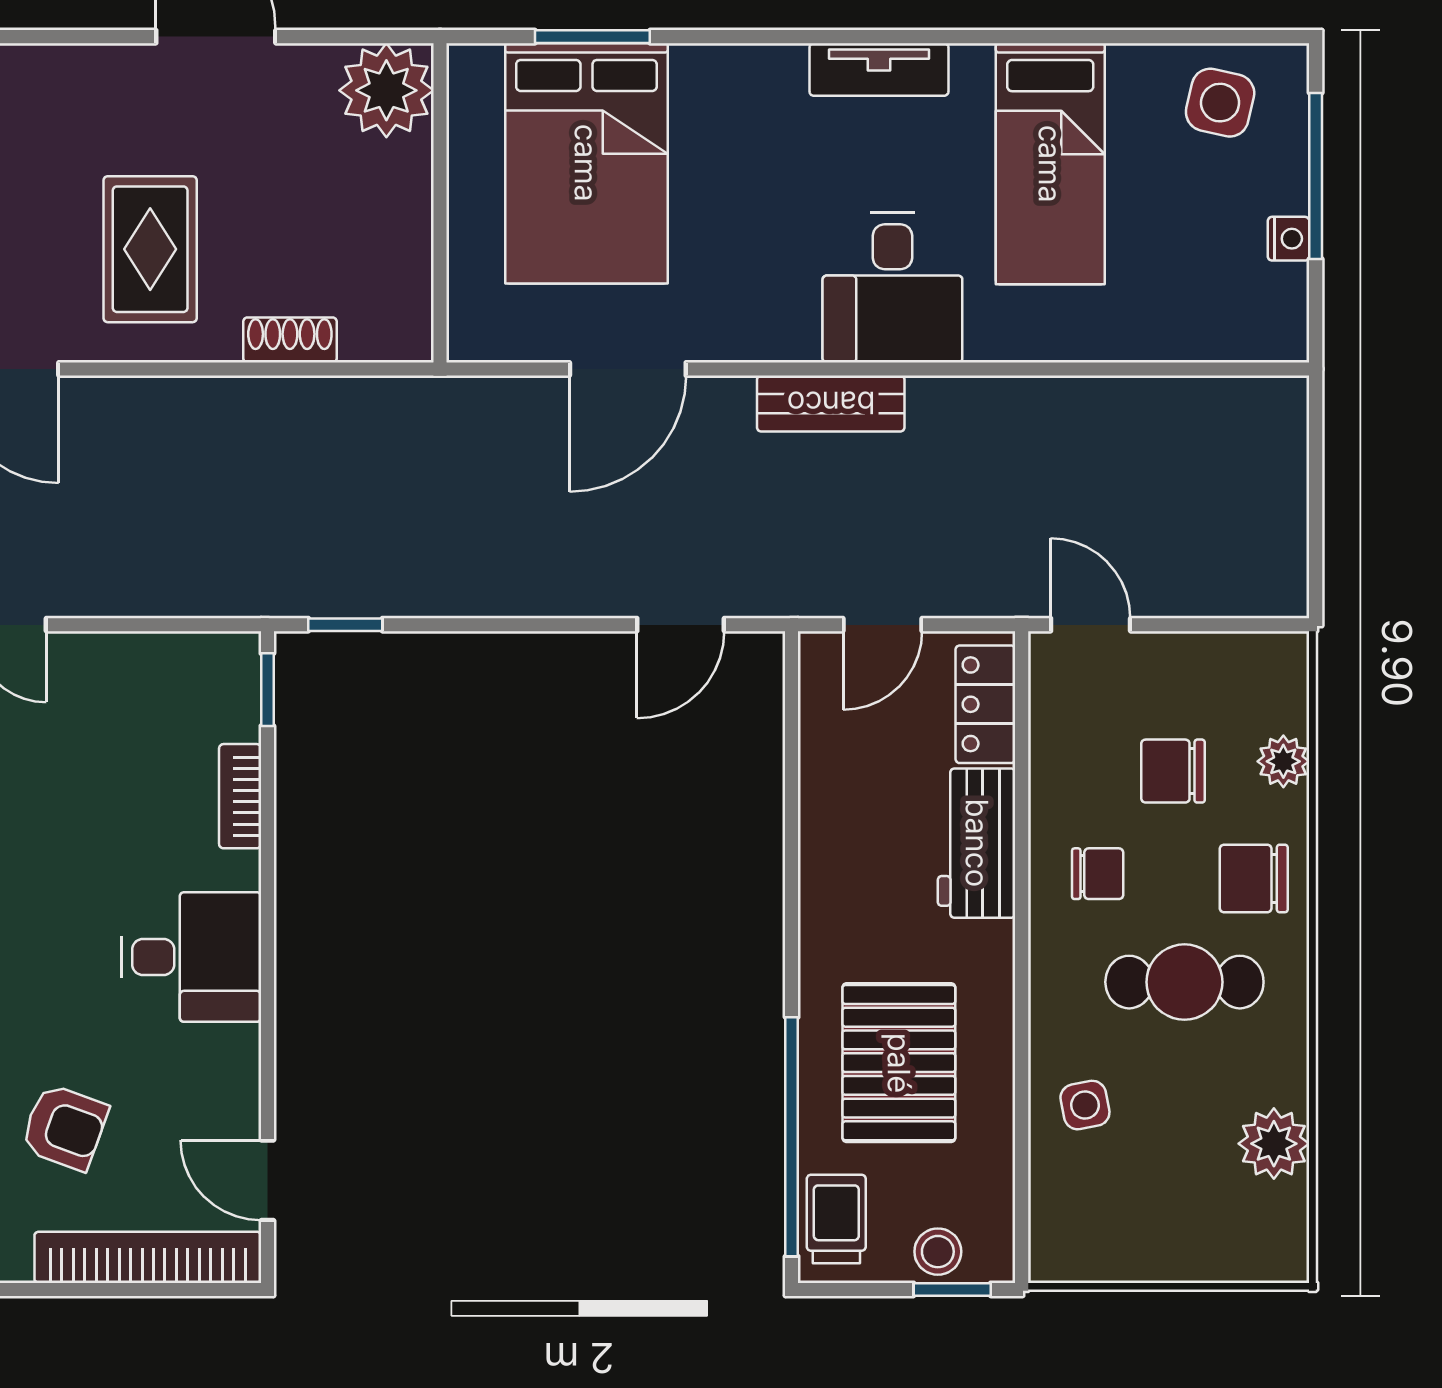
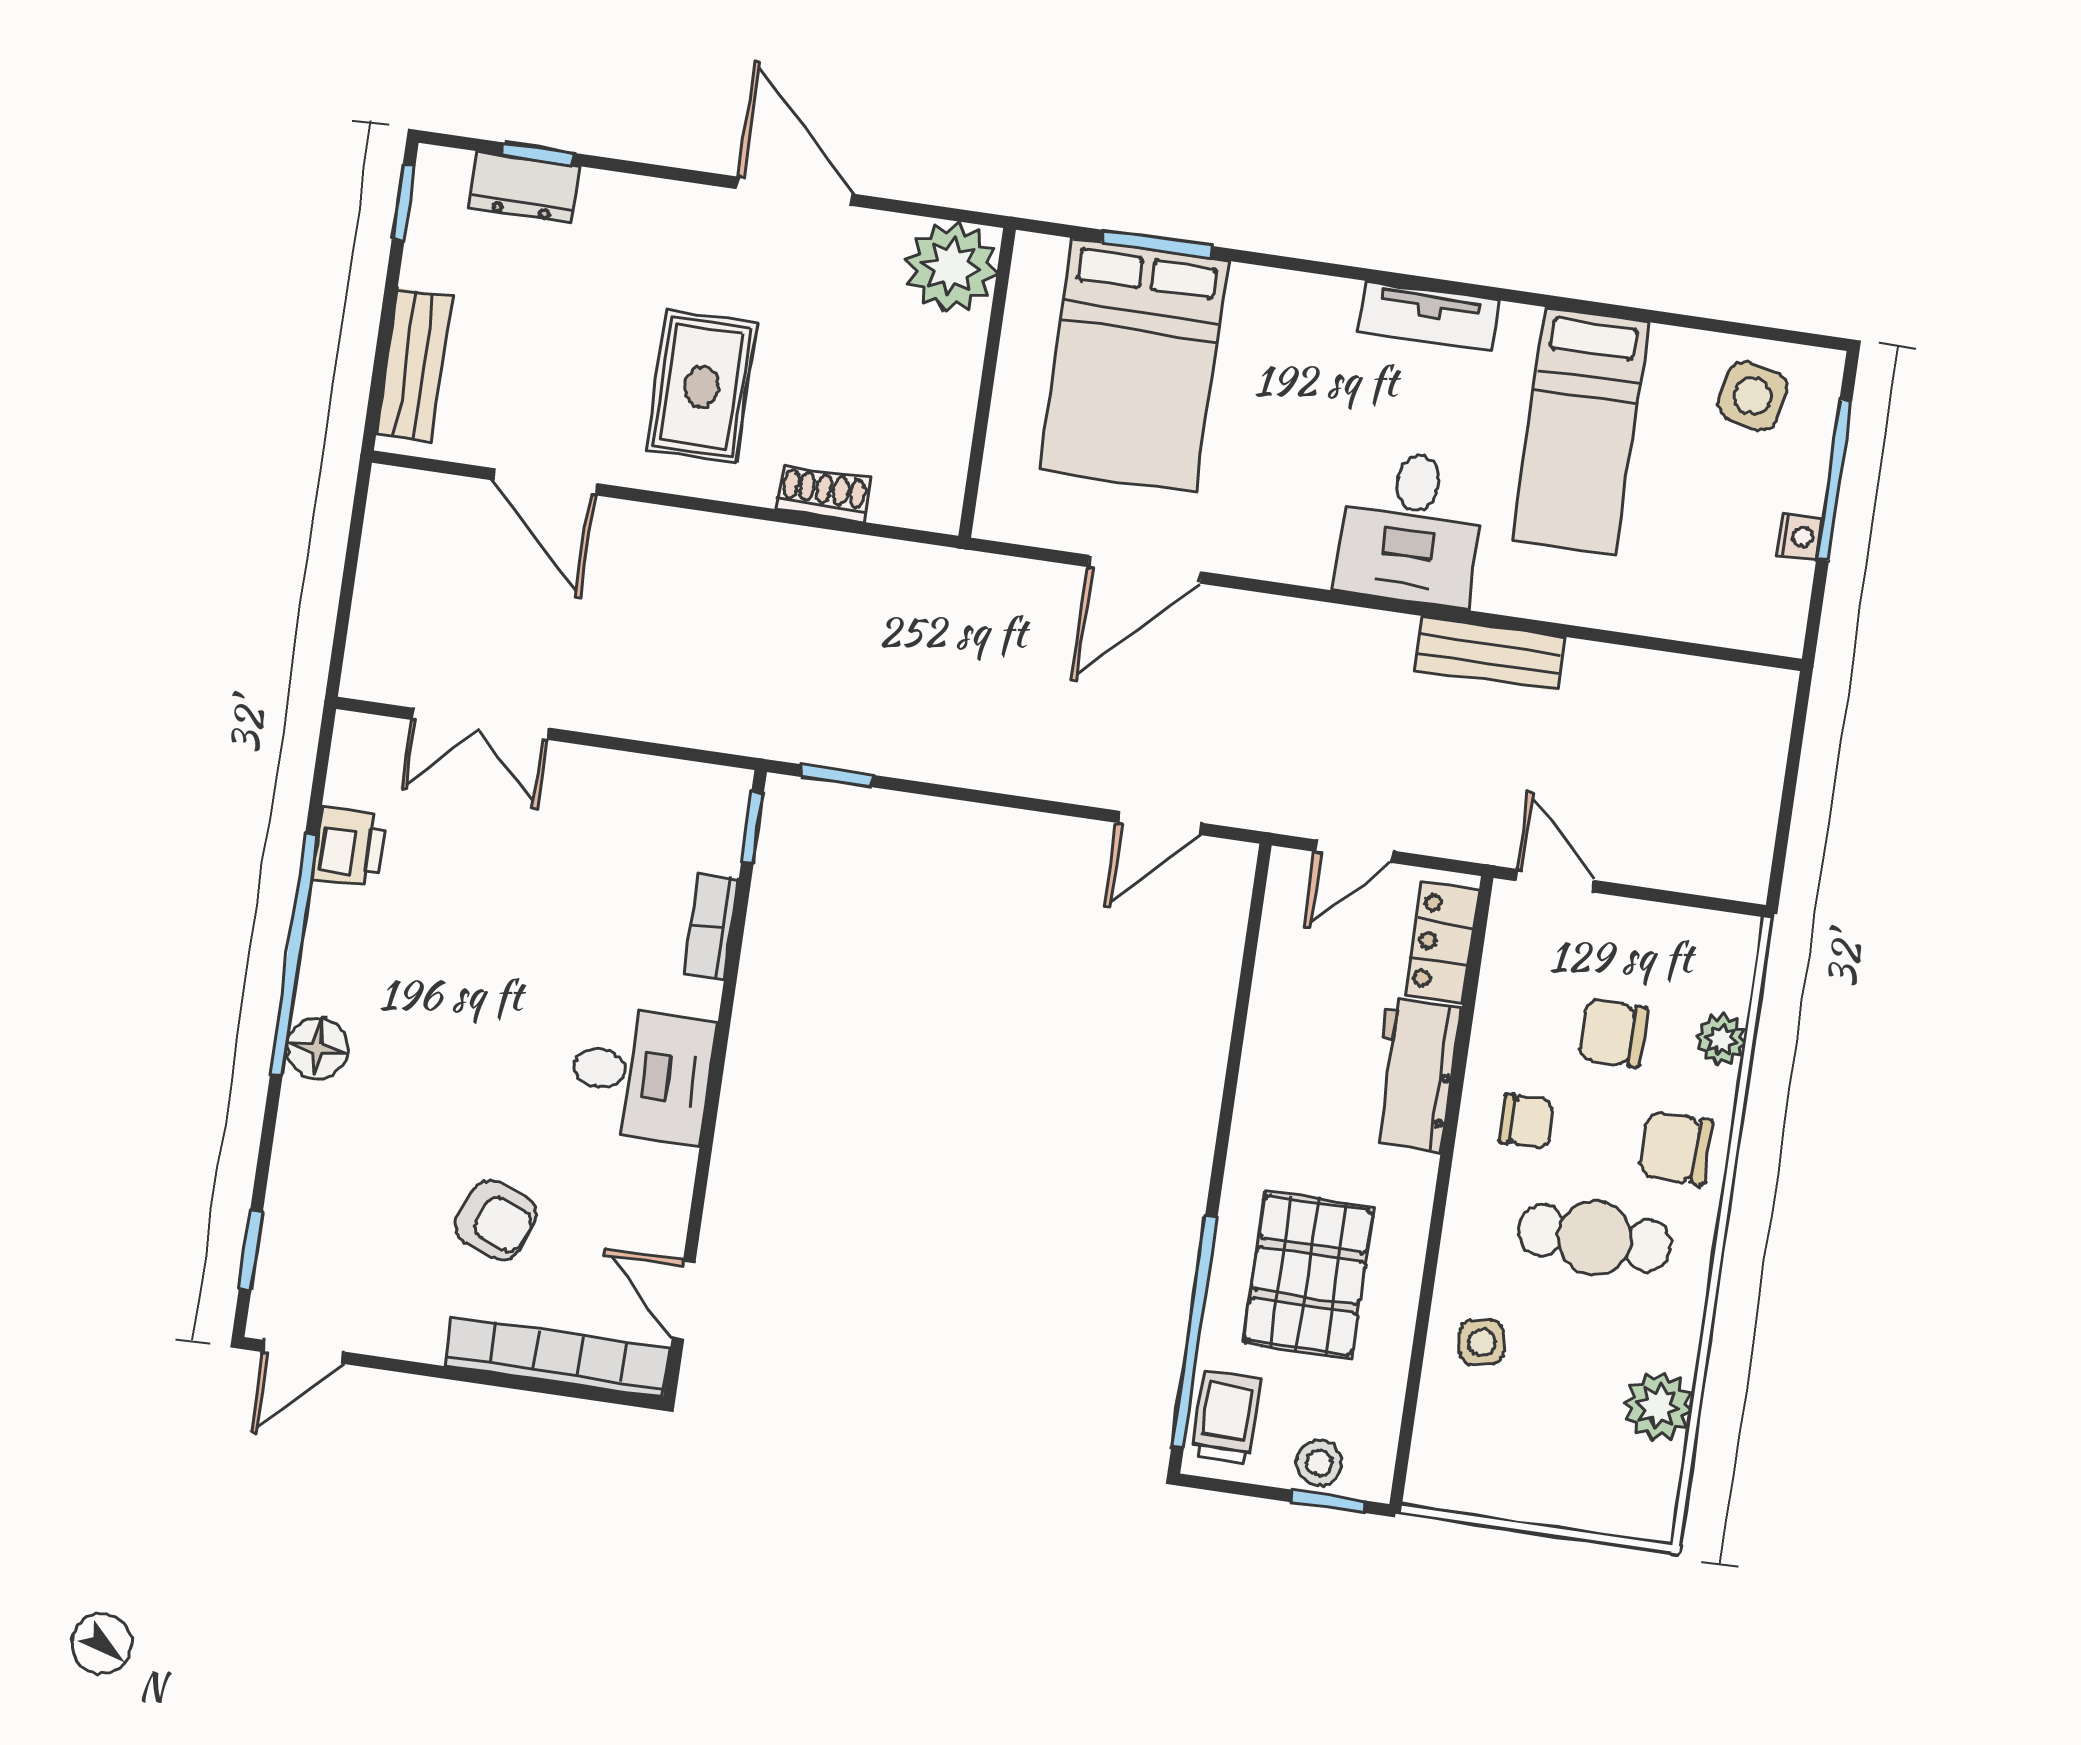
bench: (831, 403) -> (1489, 653), moved

